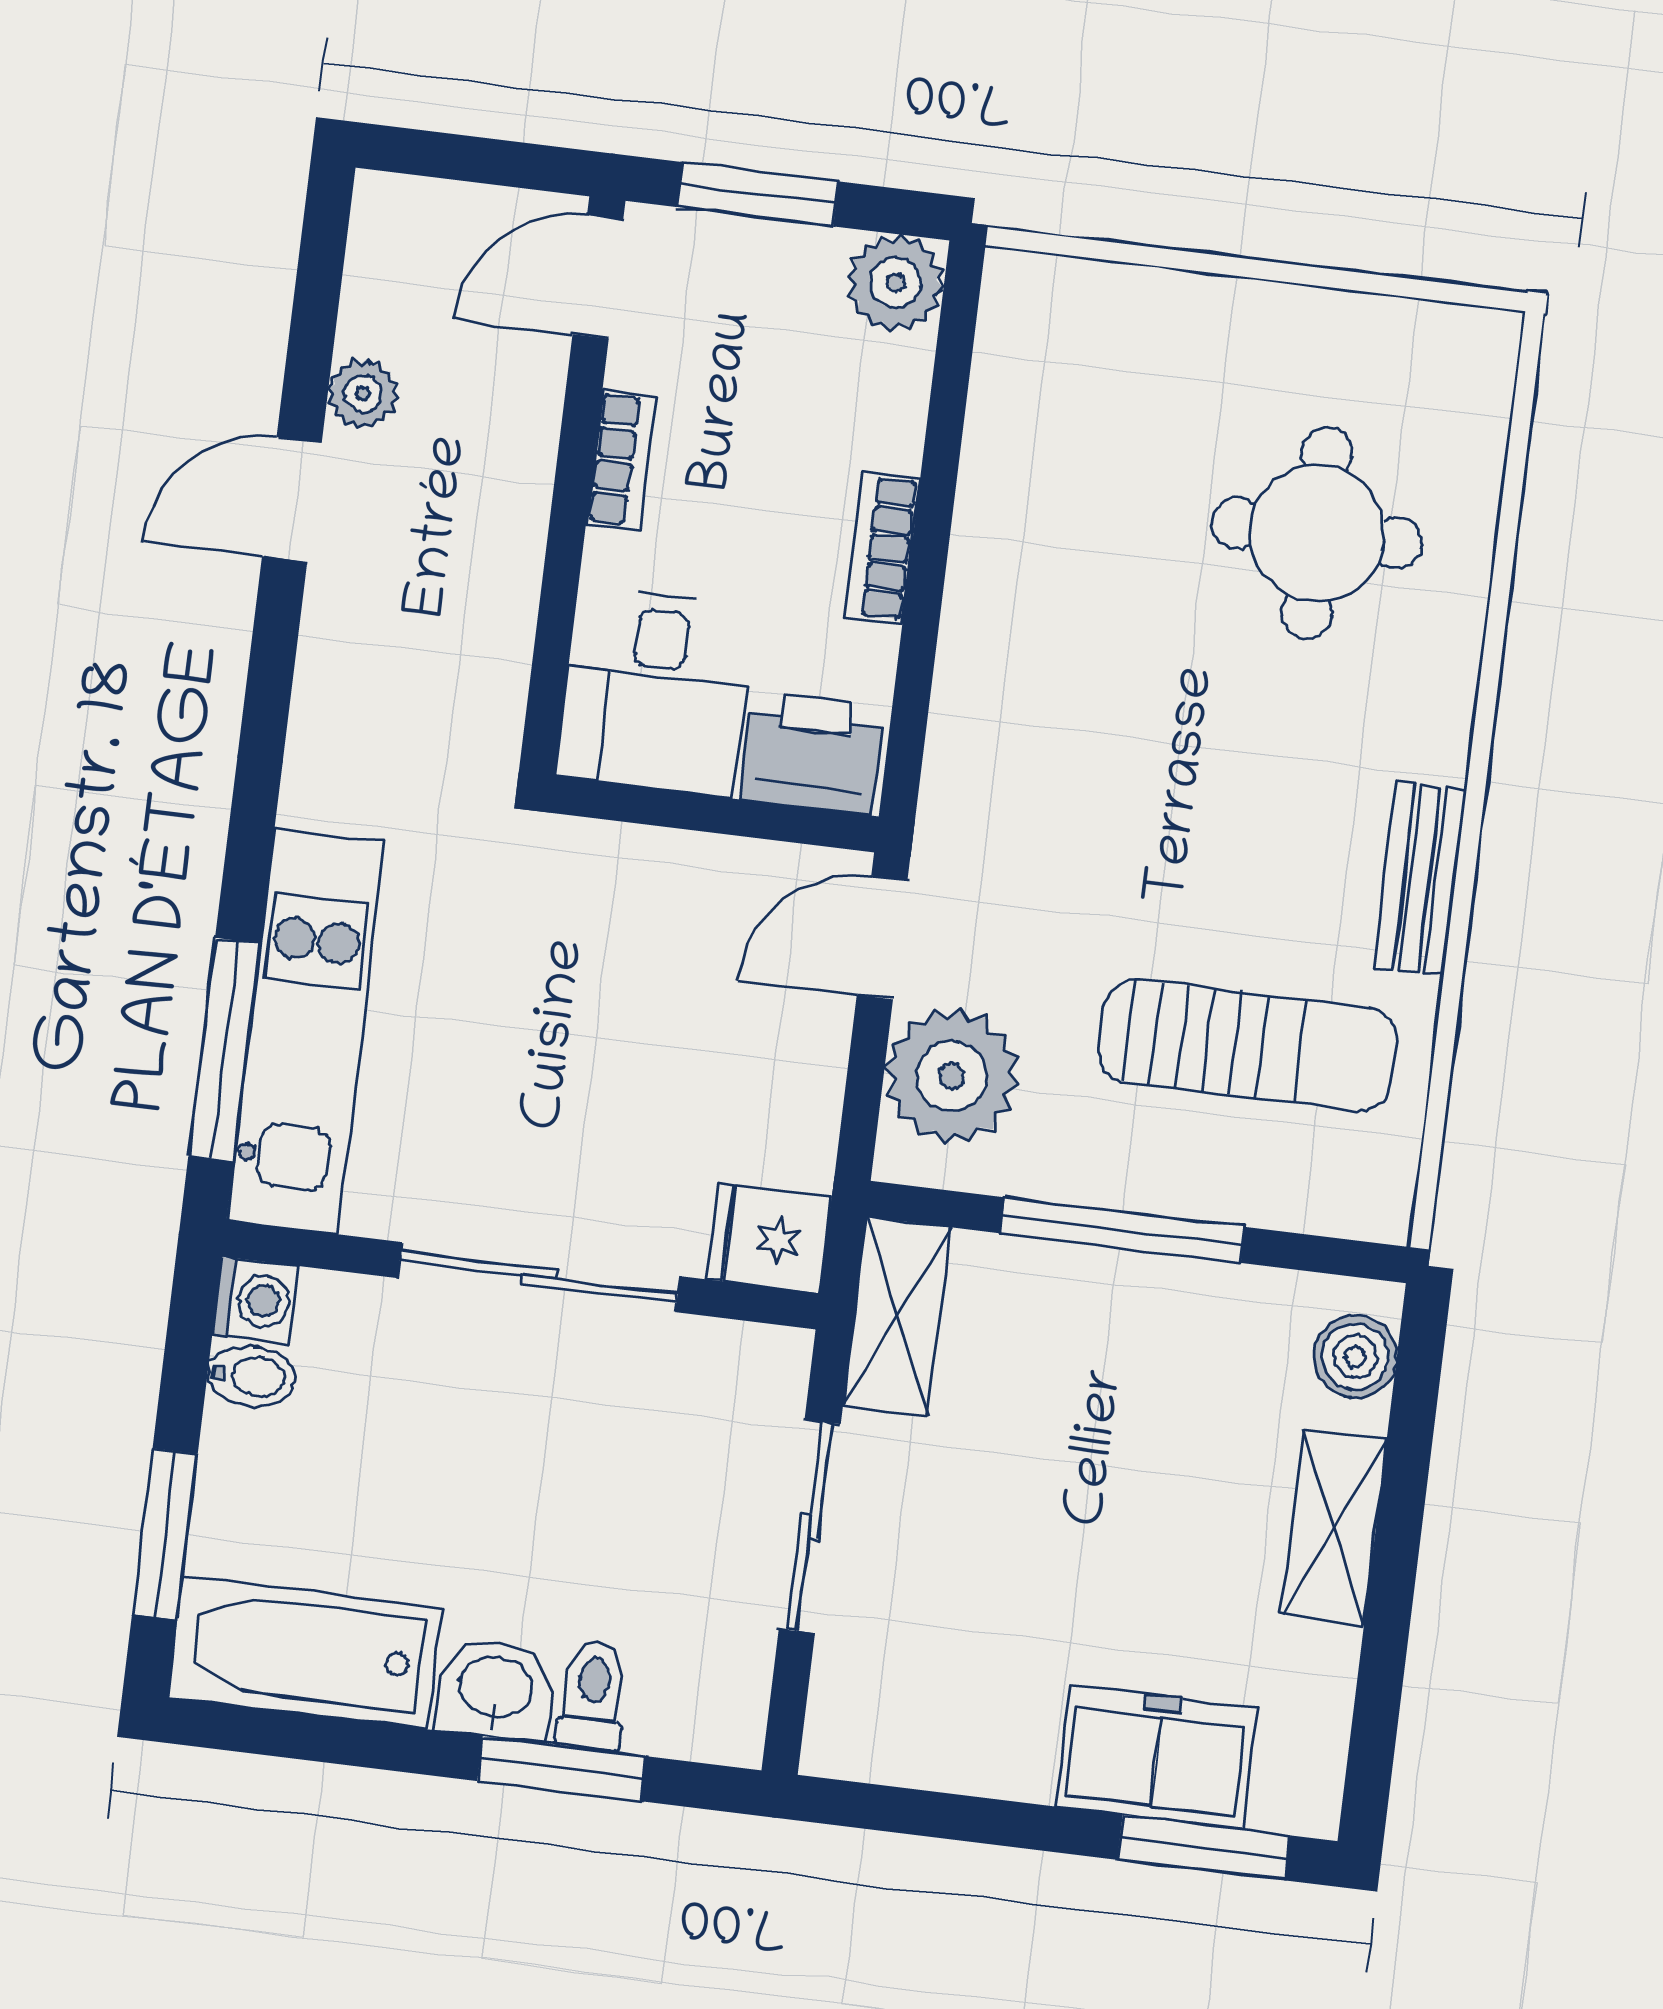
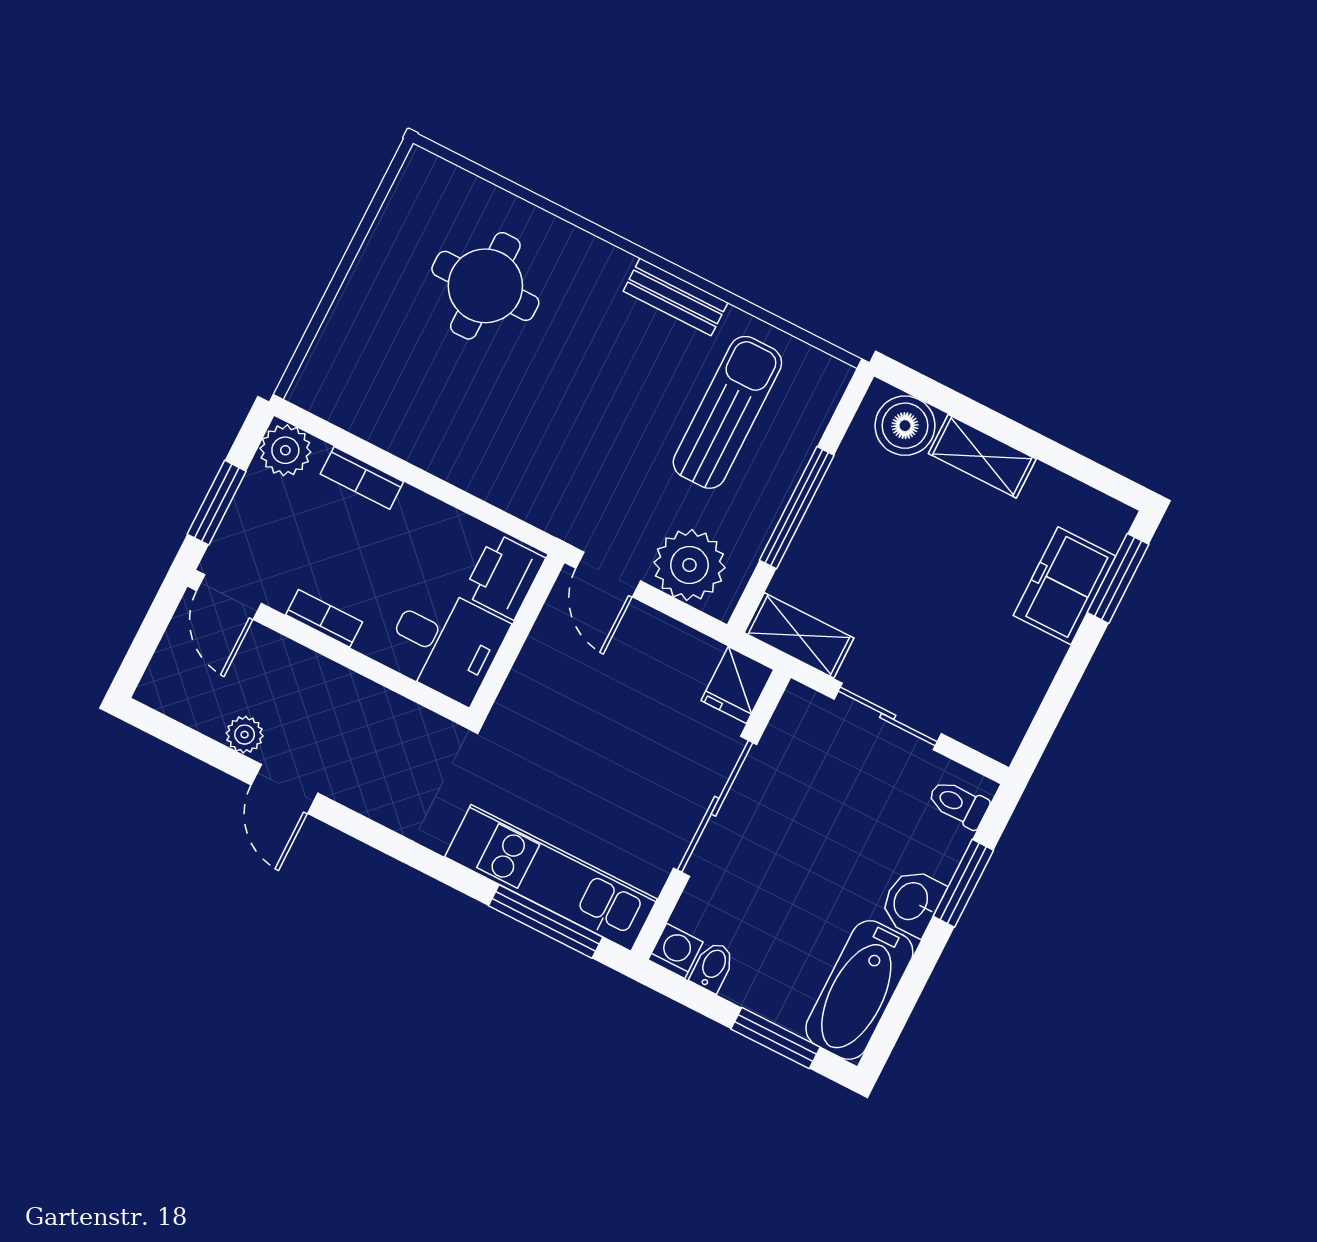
bookcase: (882, 548) -> (362, 478), moved
boiler: (1355, 1357) -> (905, 426), width x1.36, depth x1.36
toilet: (593, 1695) -> (958, 804), moved

